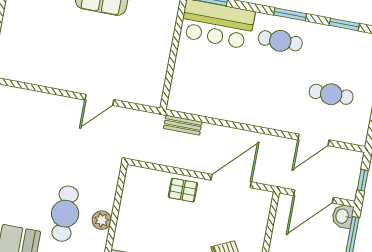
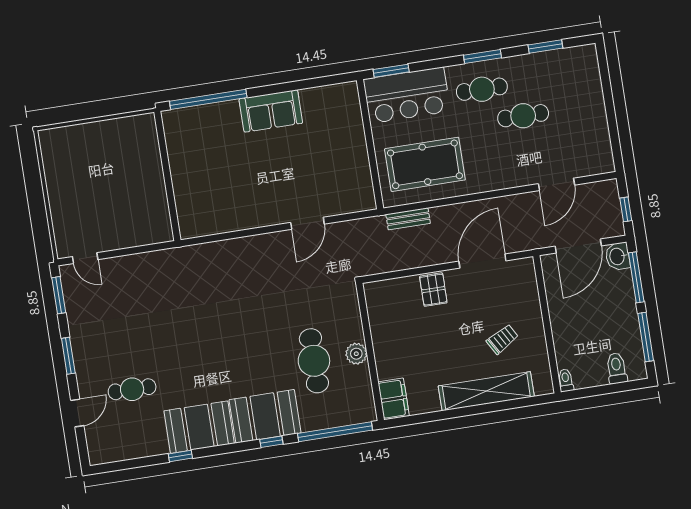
pool table: (212, 86) -> (425, 164), added
cafe table: (331, 94) -> (523, 116), moved
pallet: (183, 190) -> (433, 290), turned 90

